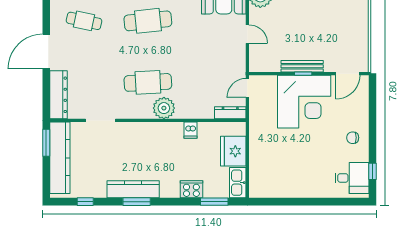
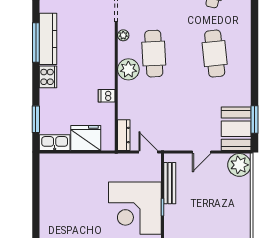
bench: (302, 66) -> (170, 183), moved
plant: (129, 113) -> (123, 35), added
cooker: (191, 189) -> (48, 77), moved
window: (137, 202) -> (36, 42), width x1.44

